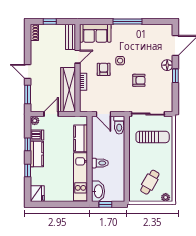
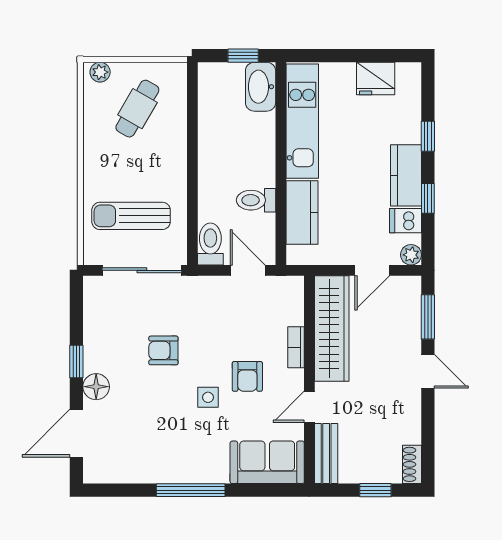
toilet: (100, 163) -> (256, 200), moved
fridge: (37, 194) -> (376, 78), moved, turned -90

